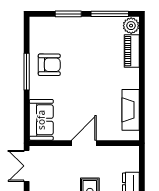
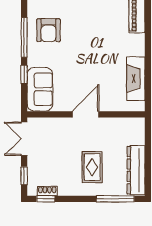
armchair: (49, 65) -> (48, 30), turned 90
window: (27, 106) -> (24, 74), added

